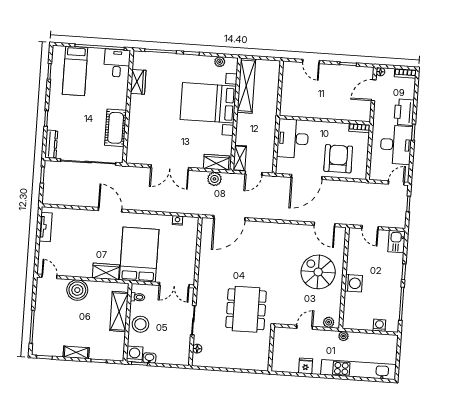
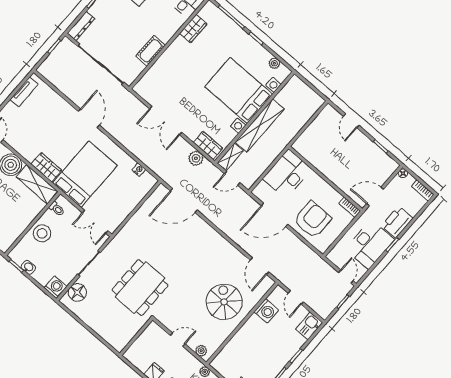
shelving: (246, 86) -> (260, 125), moved
door: (374, 90) -> (375, 196), moved
cot: (116, 128) -> (151, 51), width x0.73, depth x0.75
door: (396, 183) -> (346, 277), hinge flipped
washing machine: (353, 283) -> (266, 311), moved
shelving: (119, 312) -> (37, 184), moved, turned 90
floor lamp: (197, 349) -> (77, 292), width x1.89, depth x1.89
washing machine: (135, 354) -> (56, 287), moved

